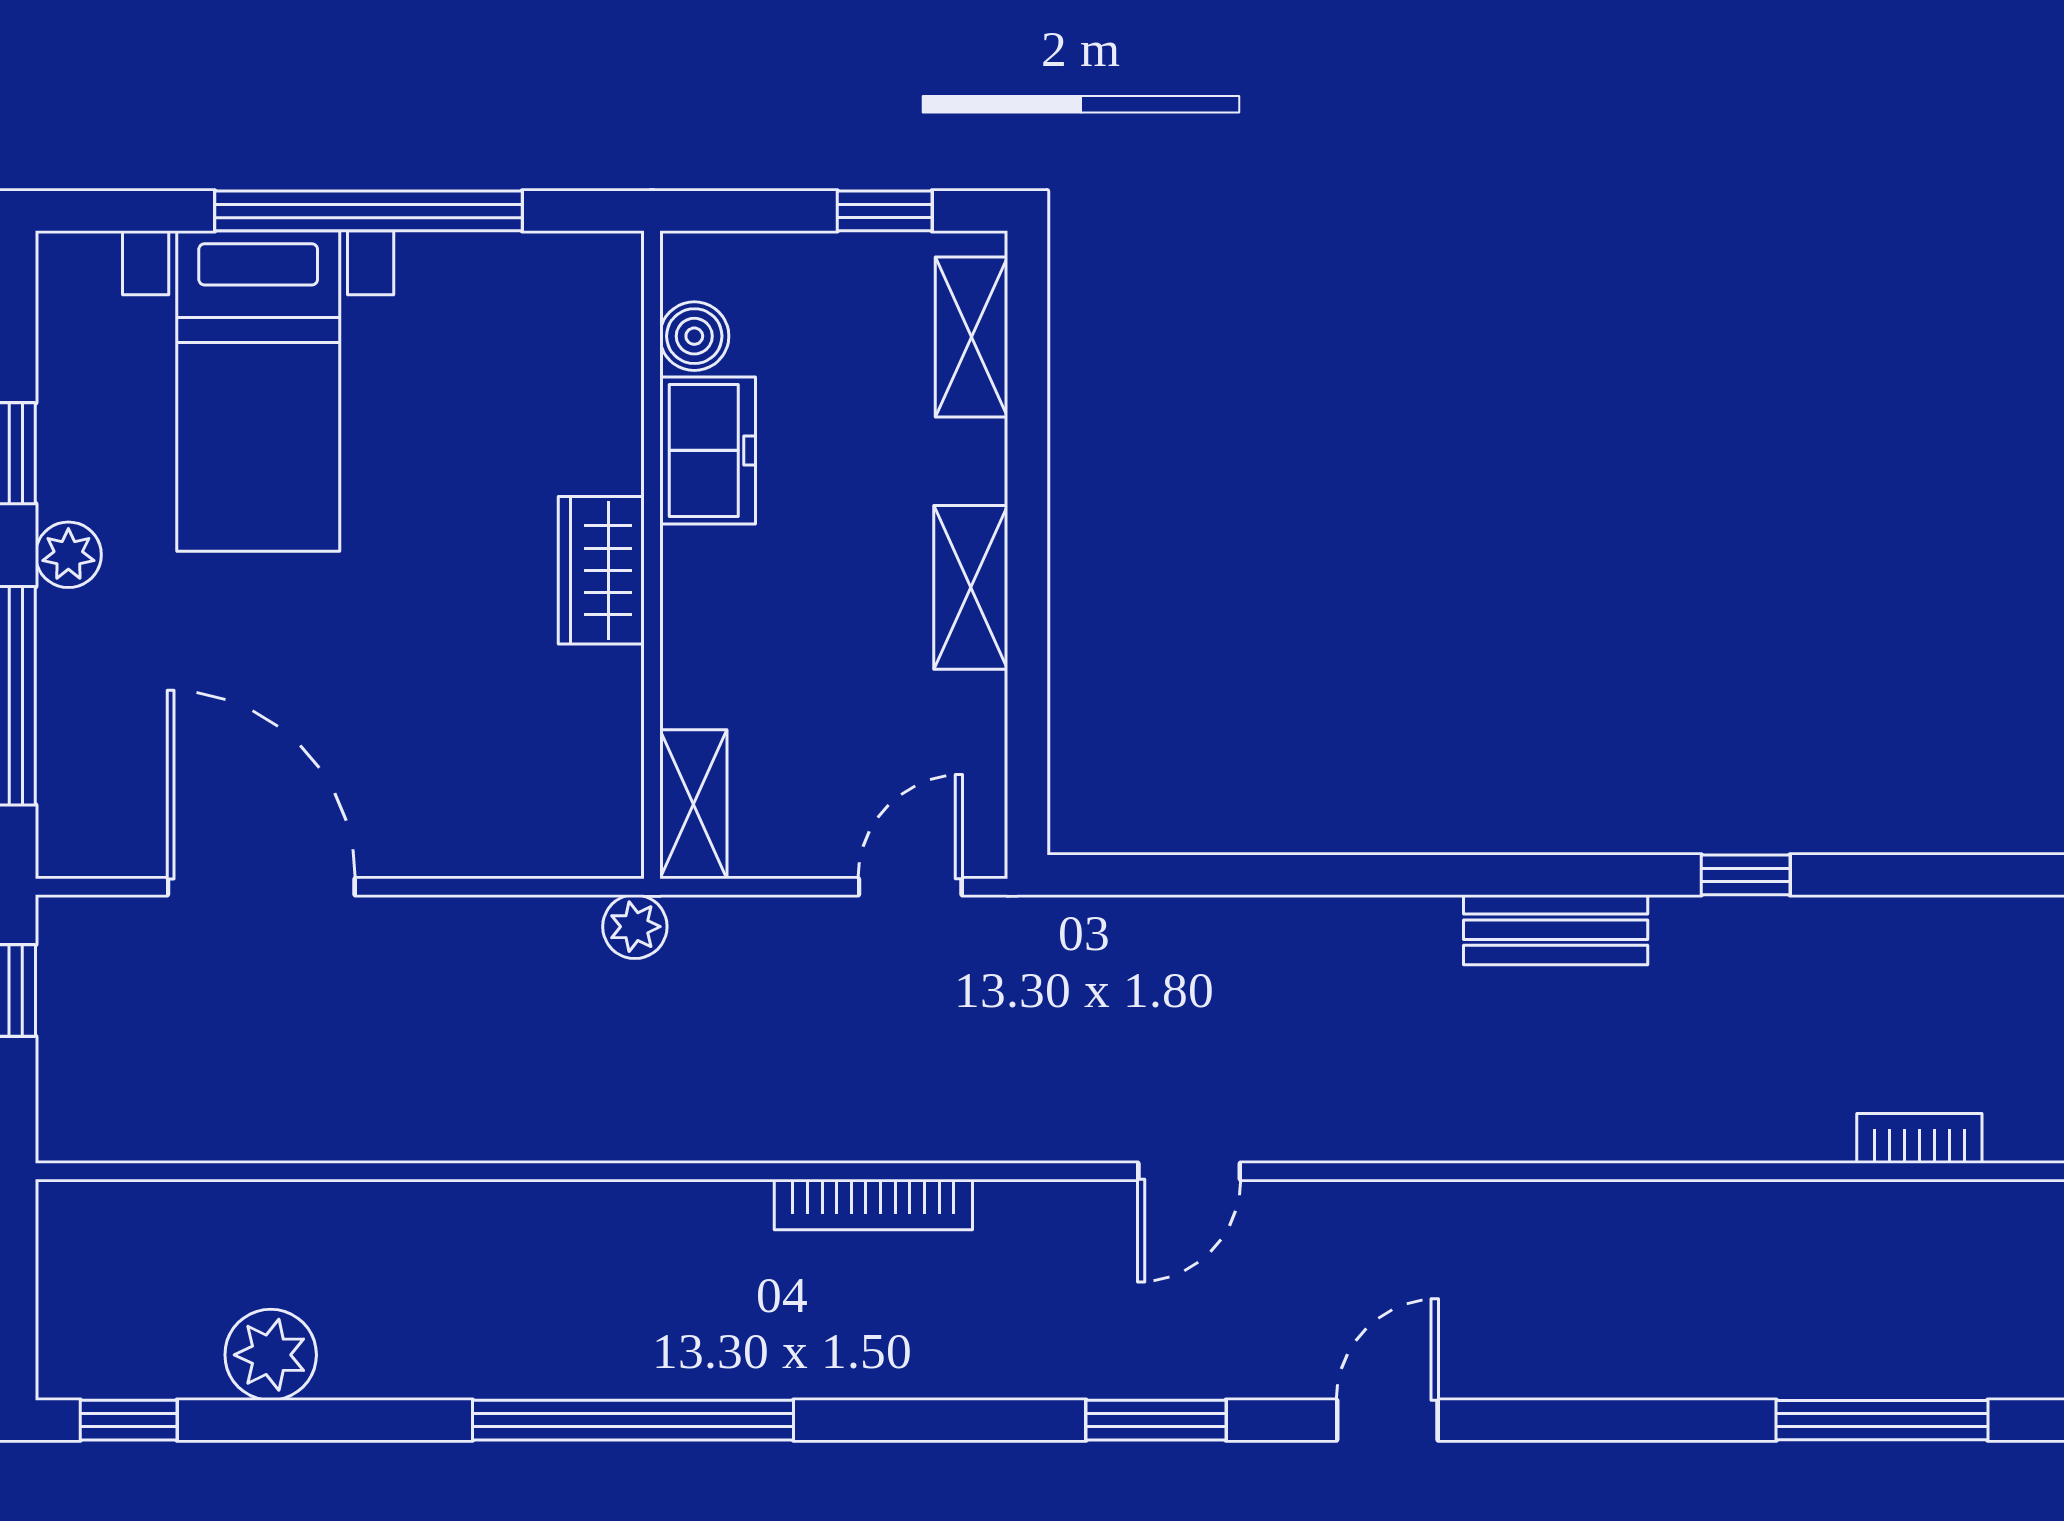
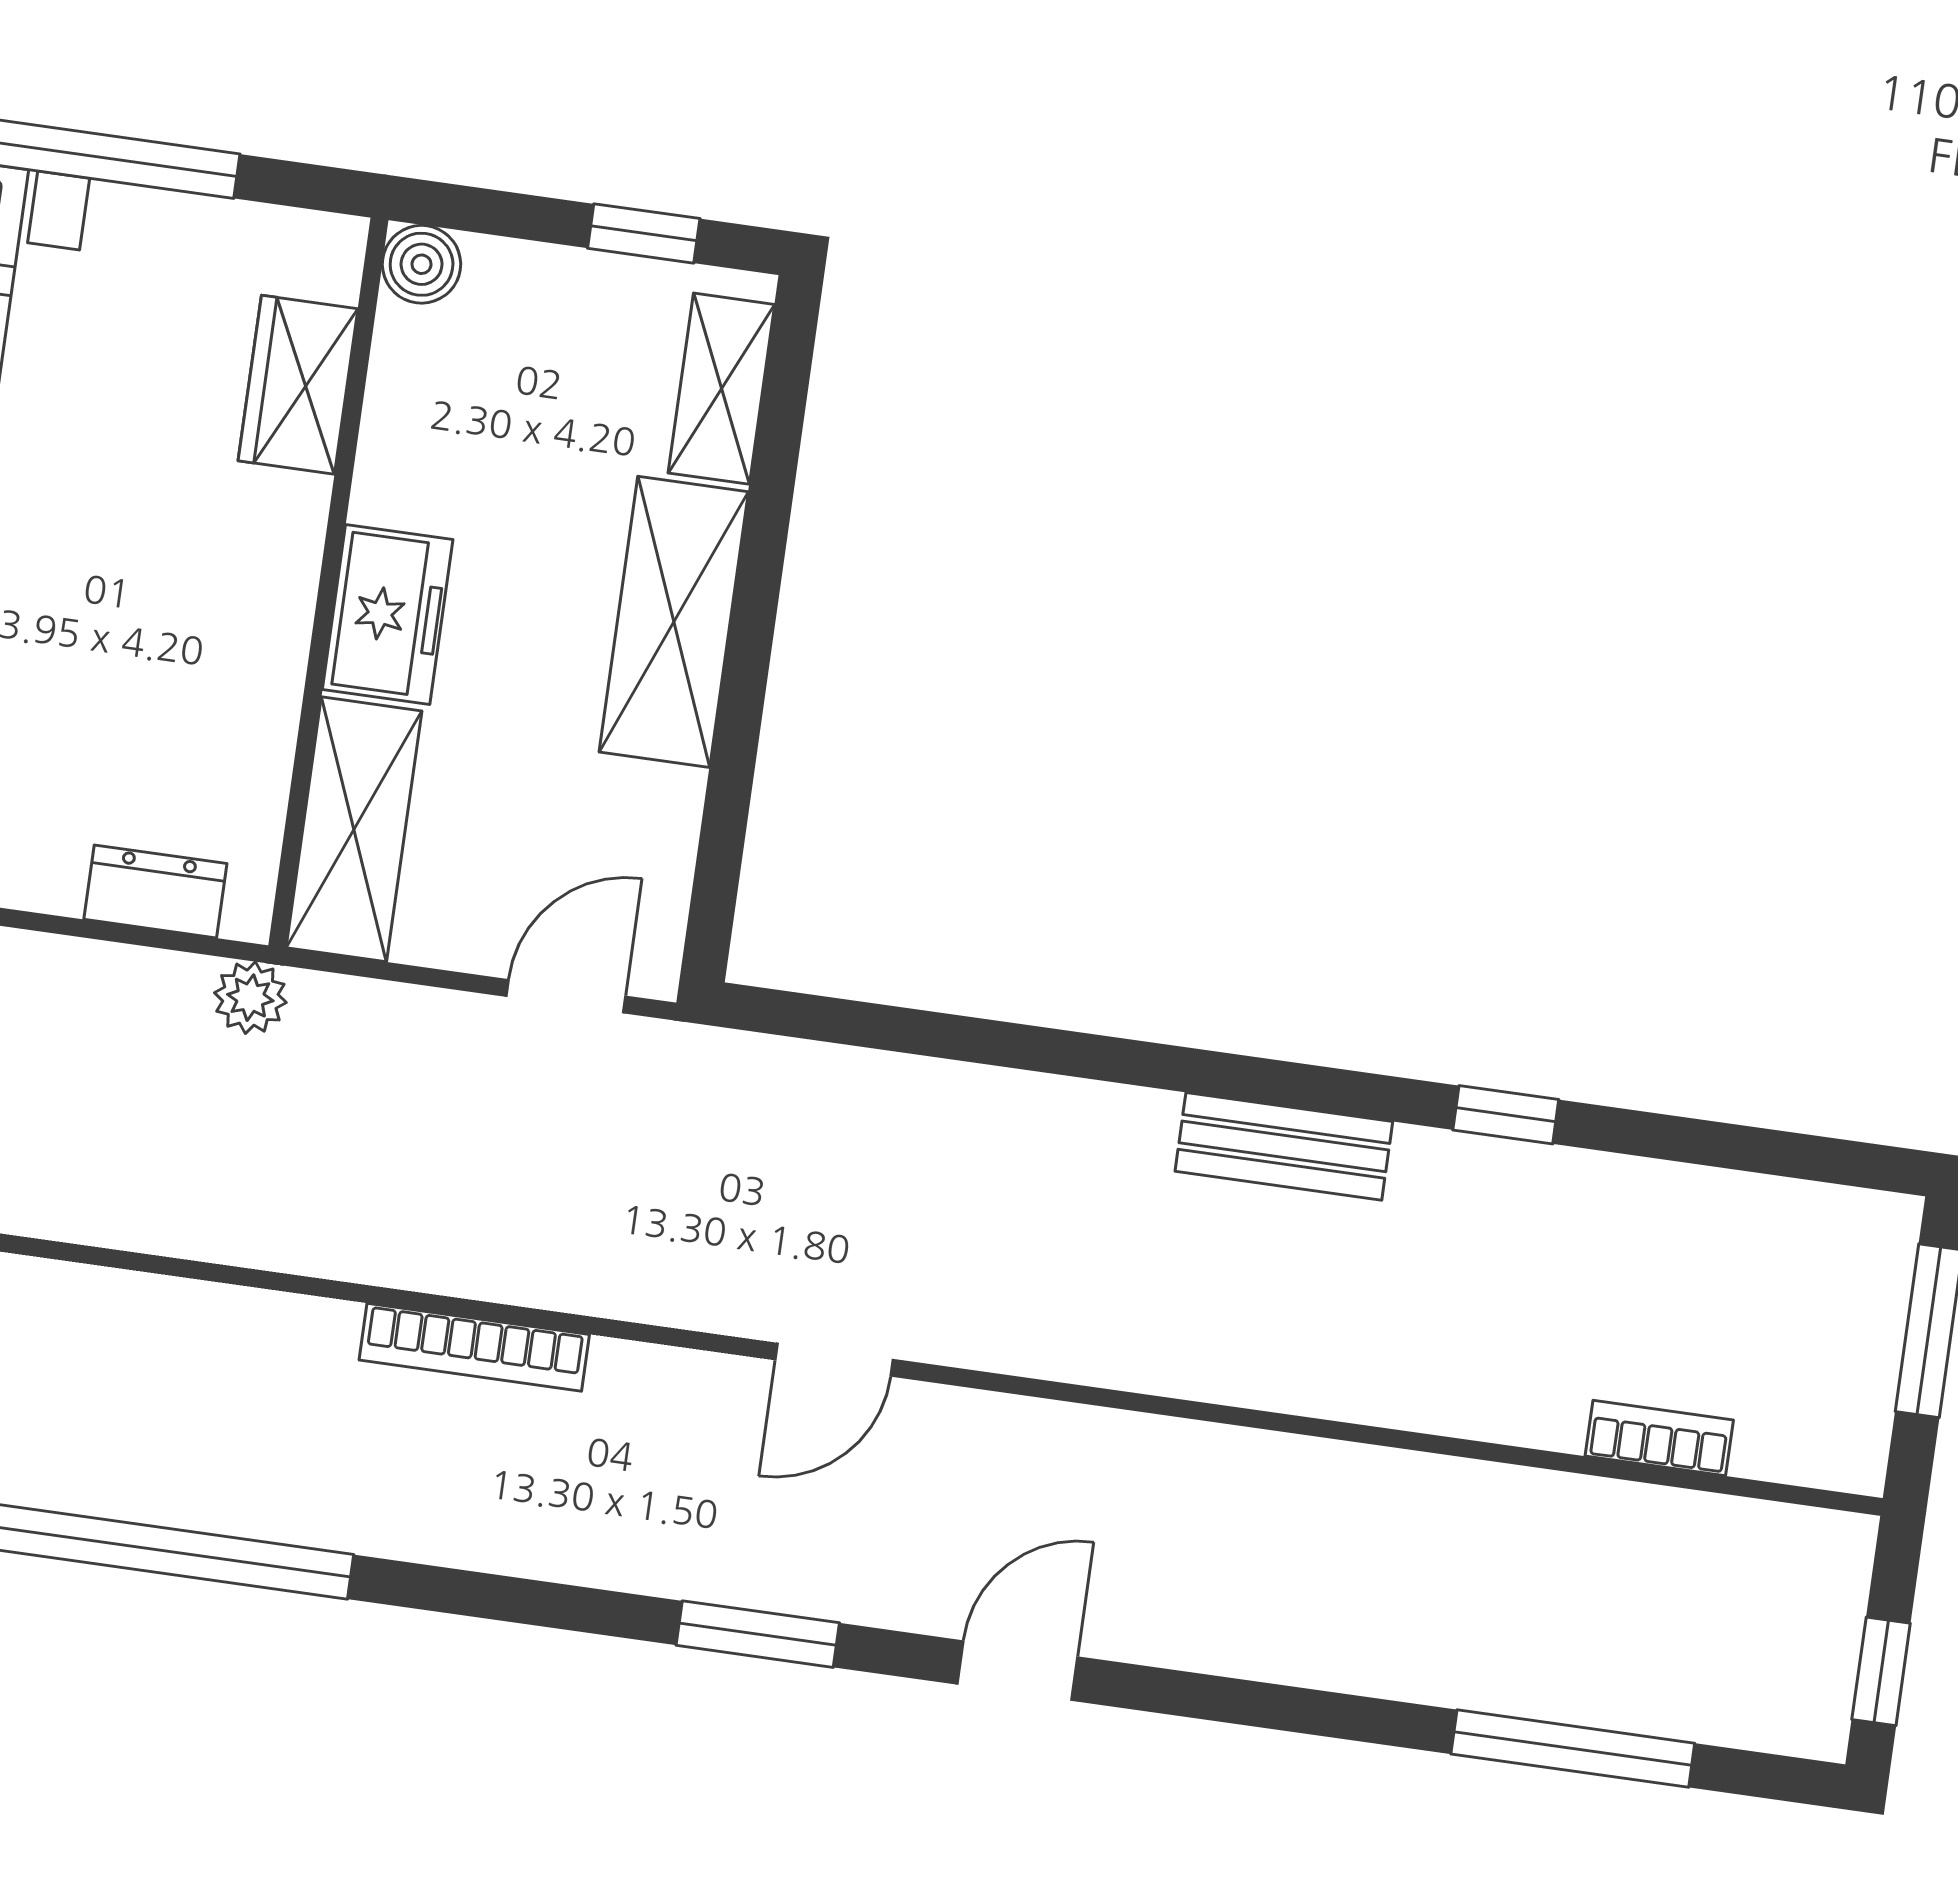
boiler: (694, 336) -> (422, 264), moved
freezer: (708, 450) -> (388, 614), moved
wardrobe: (601, 570) -> (298, 385), moved
shelving: (971, 587) -> (674, 622), width x1.50, depth x1.33
shelving: (693, 804) -> (354, 829), width x1.50, depth x1.33
dresser: (539, 846) -> (155, 891), added

